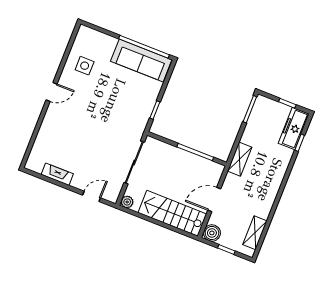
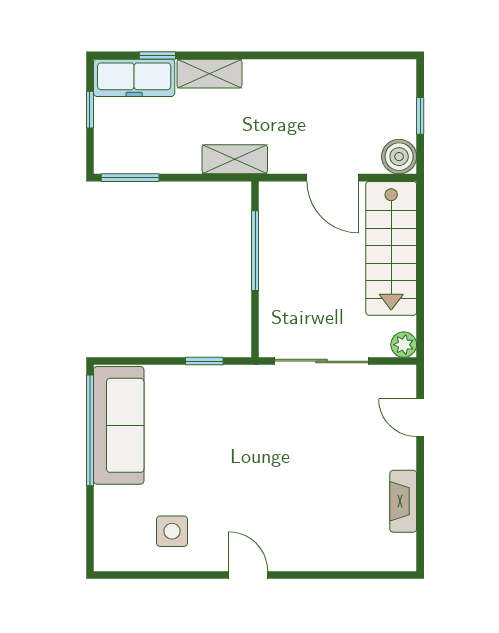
shelving: (255, 233) -> (209, 74), moved

